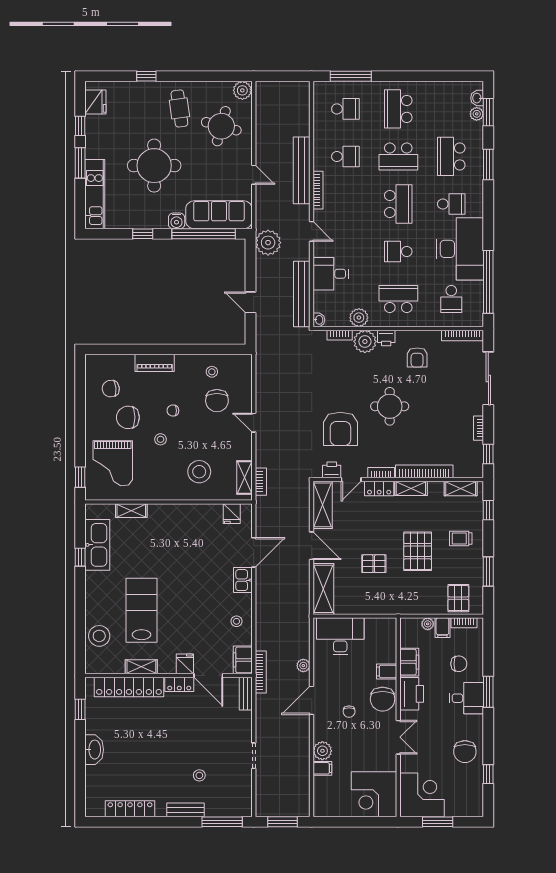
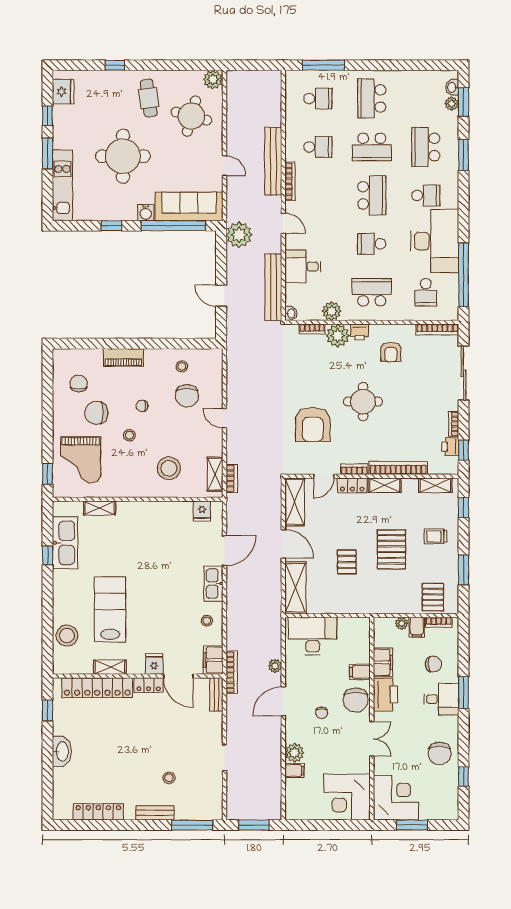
chair: (111, 389) -> (79, 384), turned 95
printer: (332, 470) -> (450, 447), moved, turned -90
pallet: (374, 564) -> (347, 562), turned 90
kitchen sink: (243, 580) -> (213, 584), width x1.38

